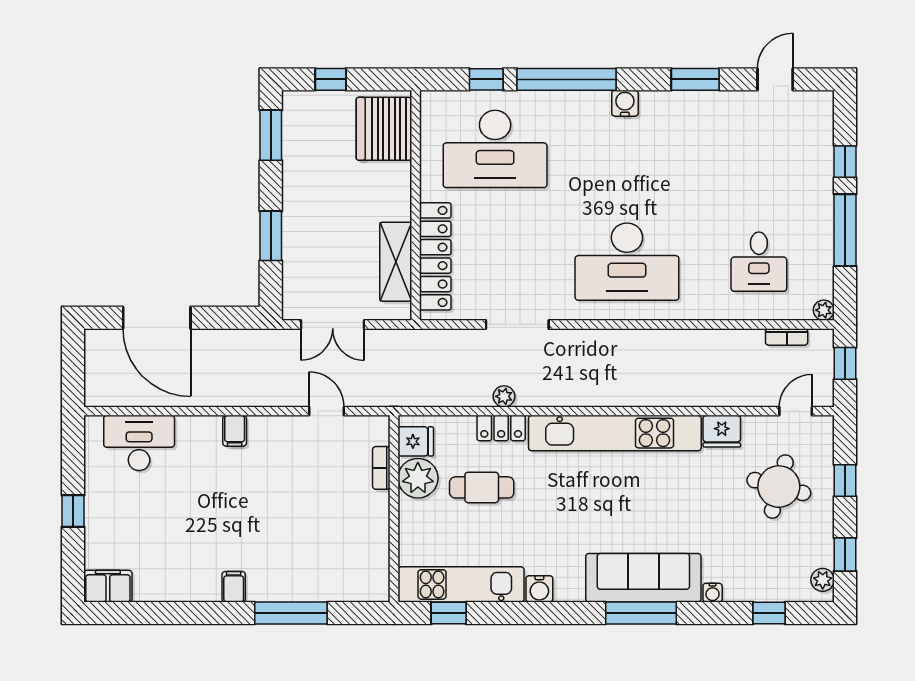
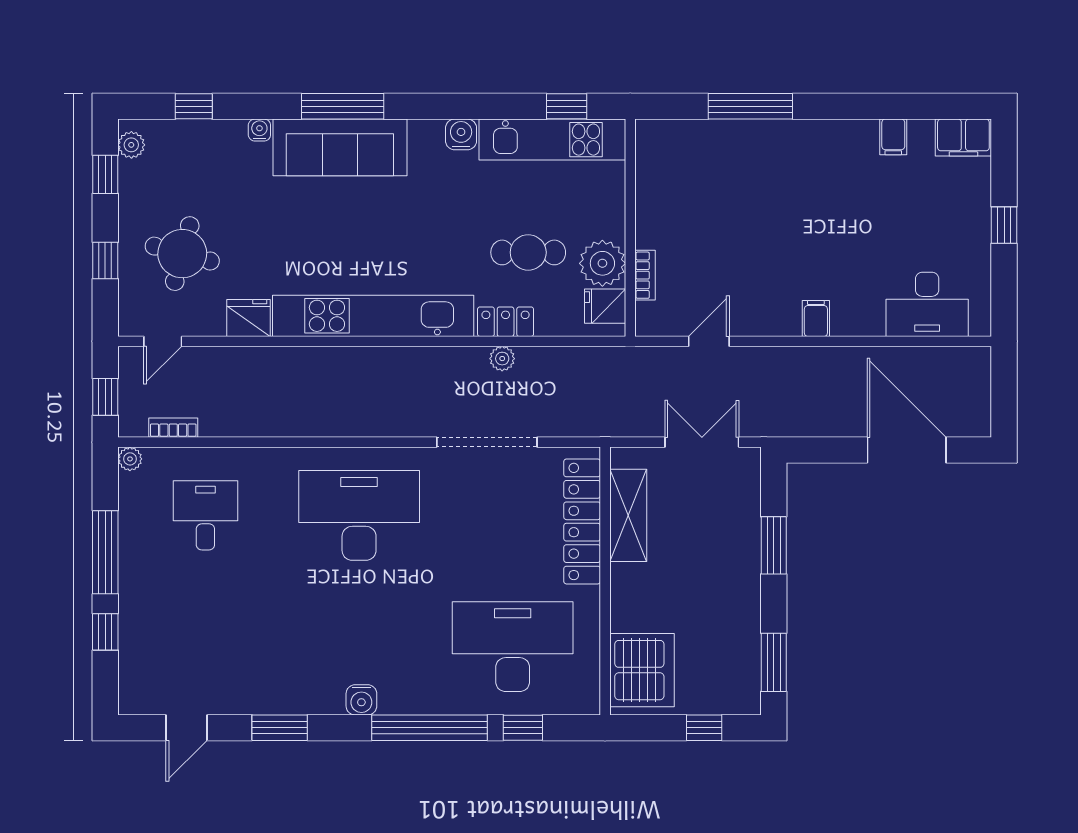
doorway: (517, 324) -> (487, 442), width x1.36
door: (327, 411) -> (709, 341), swing flipped
filing cabinet: (234, 587) -> (893, 137), moved

